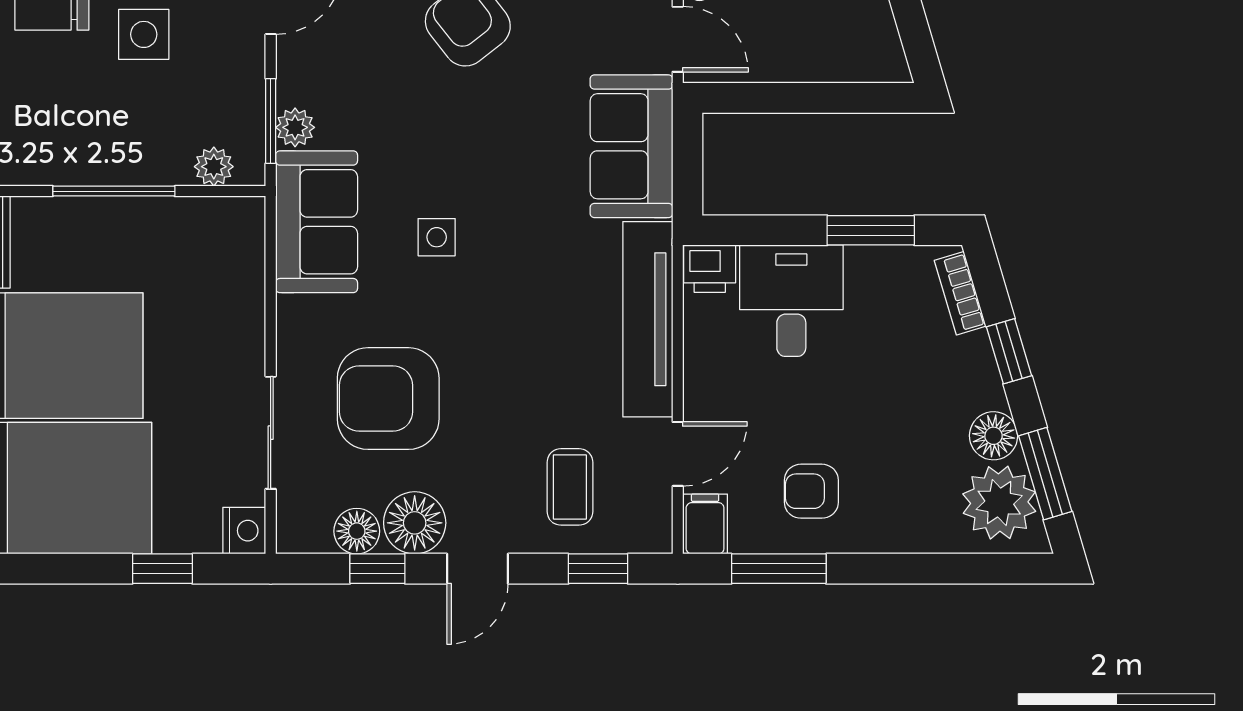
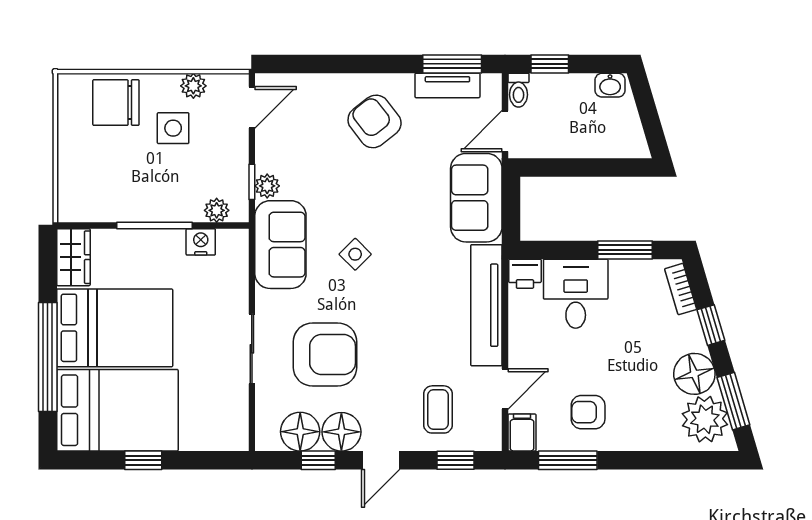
door: (678, 39) -> (505, 131), swing flipped
window: (271, 121) -> (252, 182), width x0.67
side table: (437, 237) -> (355, 254), turned 45
armchair: (388, 399) -> (325, 355), turned 180
sliding door: (271, 433) -> (252, 349), moved
floor lamp: (994, 436) -> (694, 374), width x1.38, depth x1.38
nightstand: (244, 531) -> (201, 242), moved, turned -90
floor lamp: (357, 531) -> (300, 432), width x1.38, depth x1.38
window: (162, 569) -> (143, 460), moved

